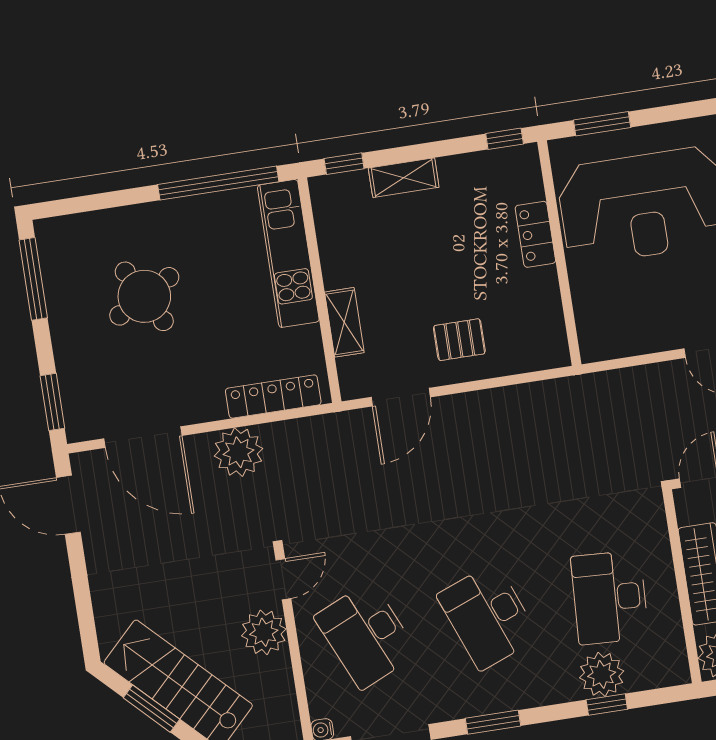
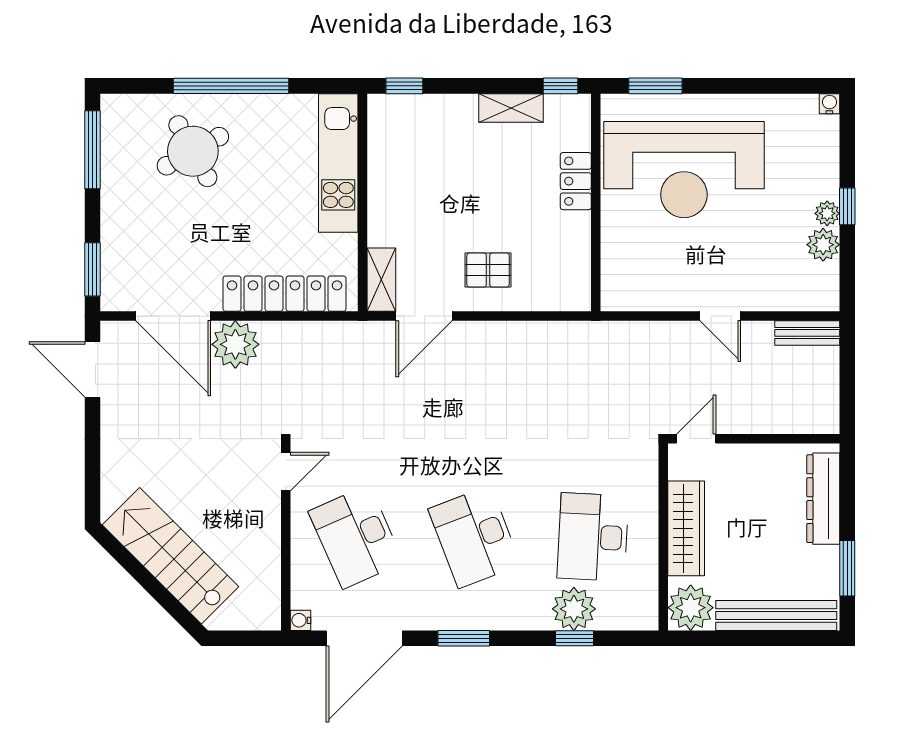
shelving: (404, 178) -> (511, 108), moved
window: (218, 183) -> (231, 86), moved
round table: (144, 296) -> (193, 151), moved
shelving: (344, 322) -> (381, 280), moved
locker: (273, 397) -> (284, 294), width x1.41, depth x1.21
plant: (238, 452) -> (235, 344), moved
plant: (264, 632) -> (259, 519), removed
window: (151, 709) -> (141, 575), removed

